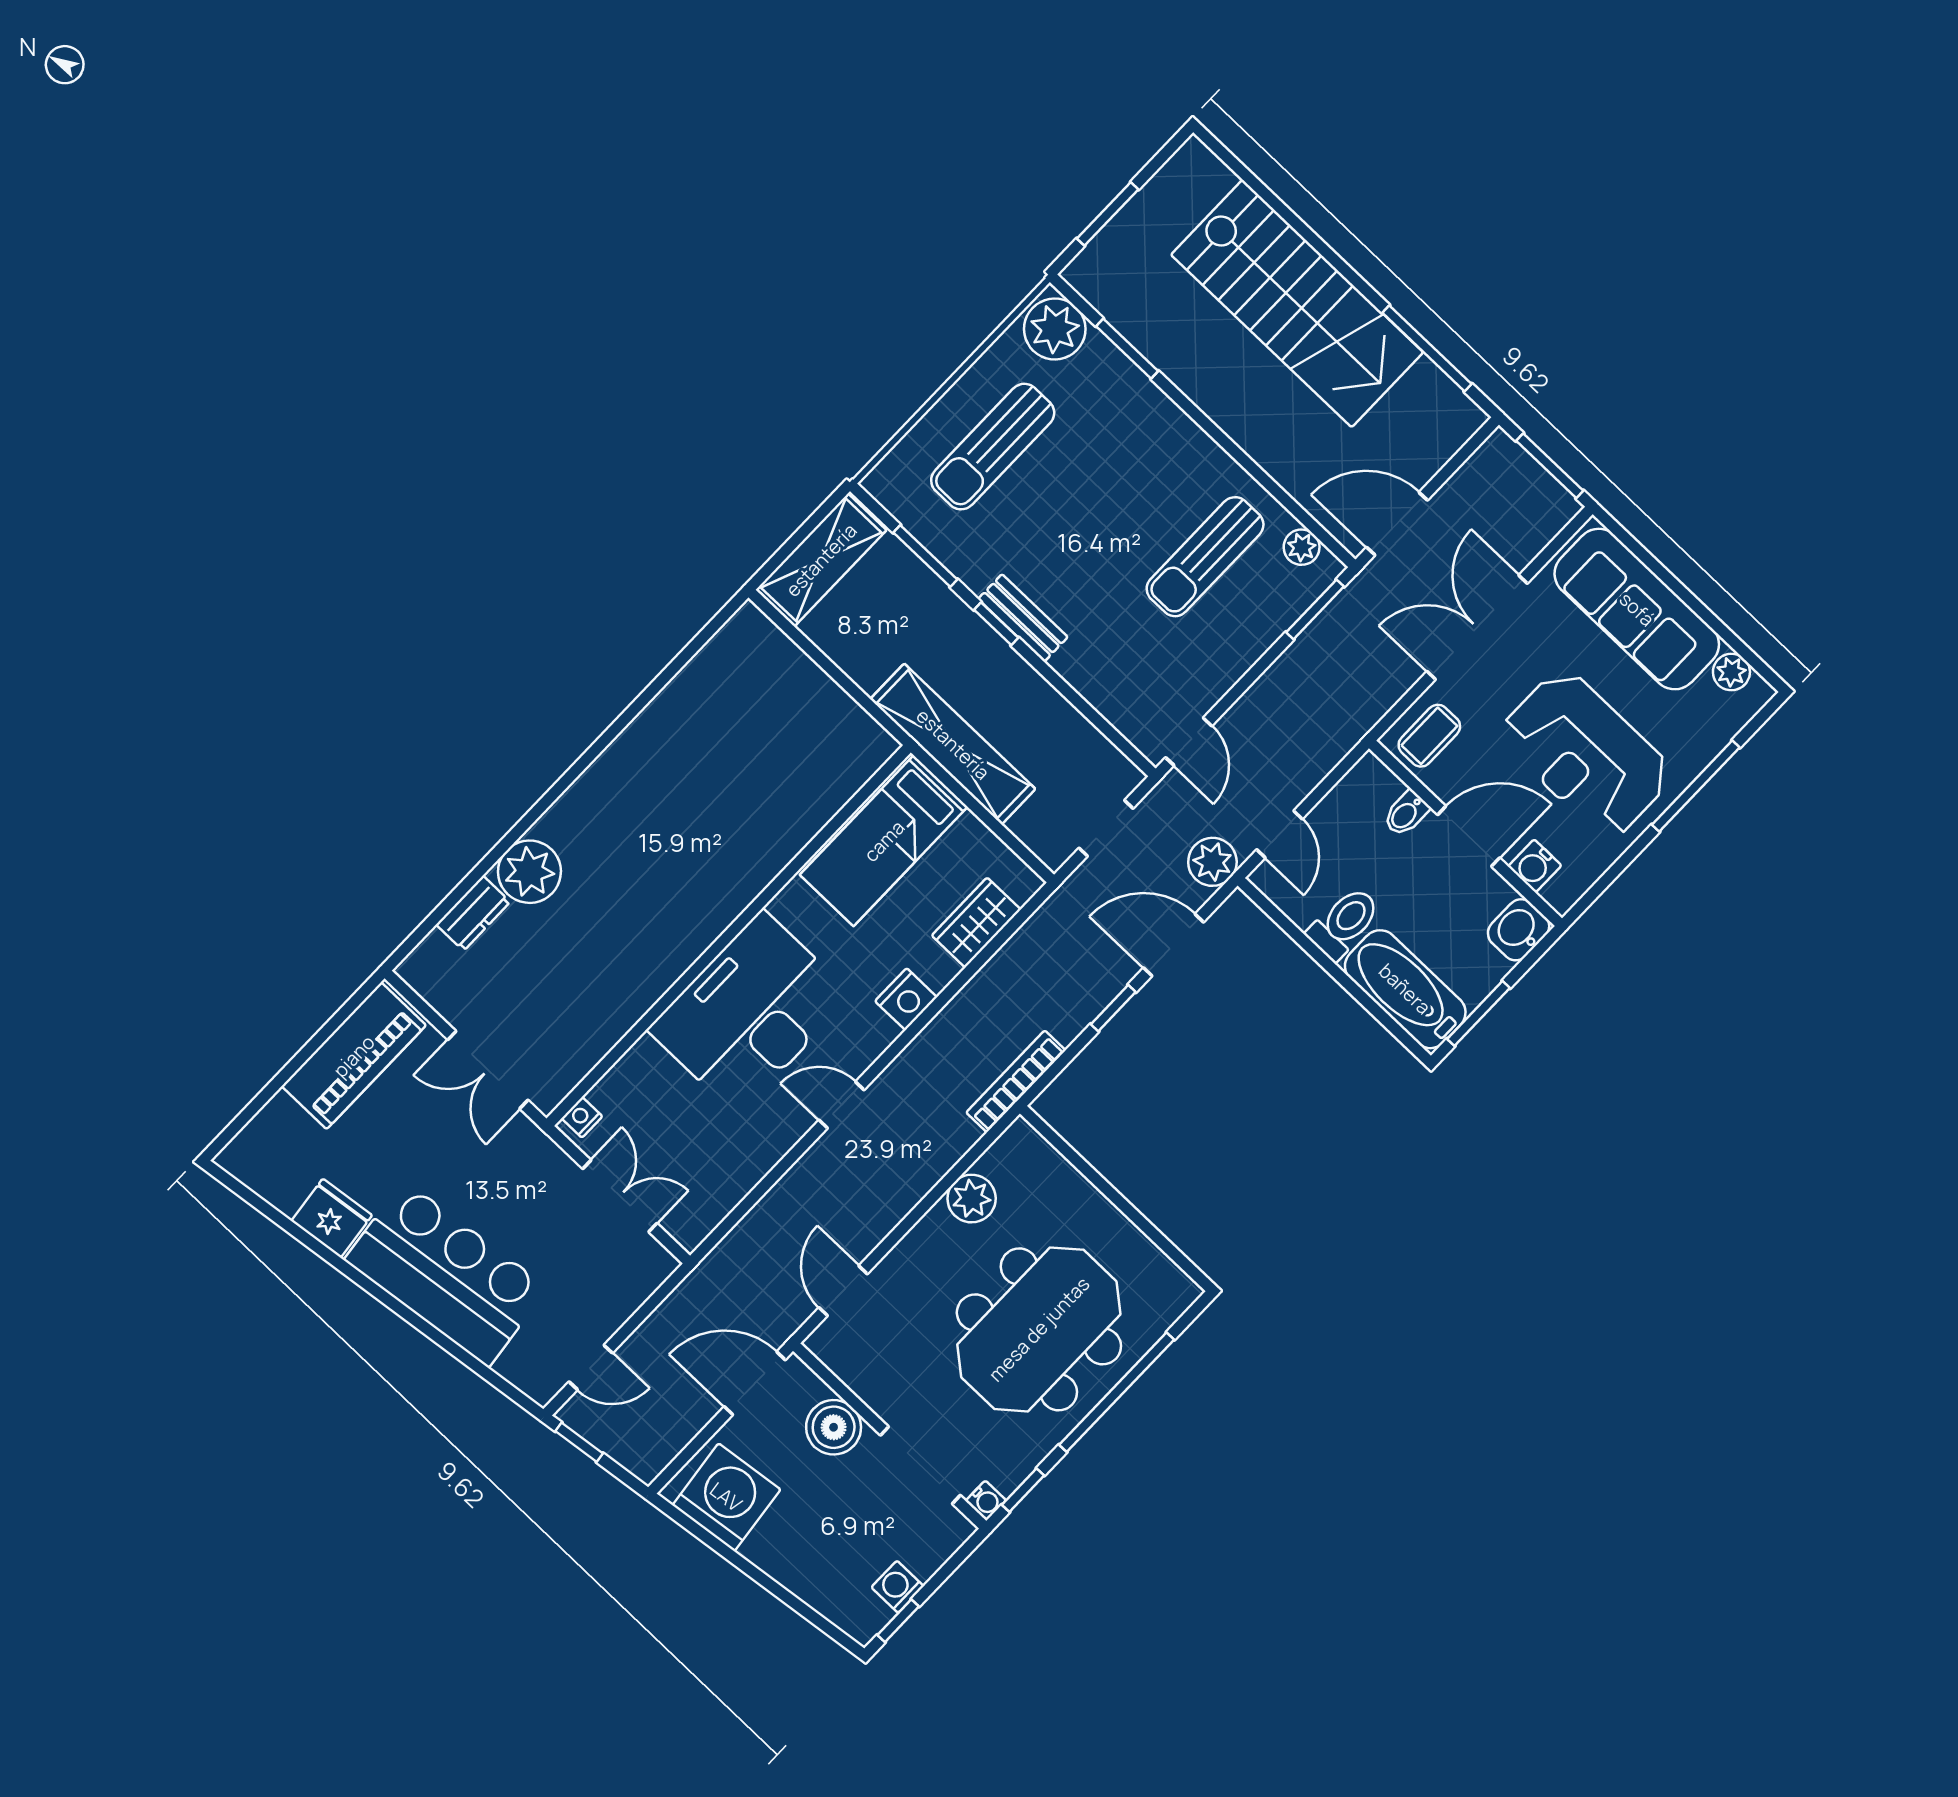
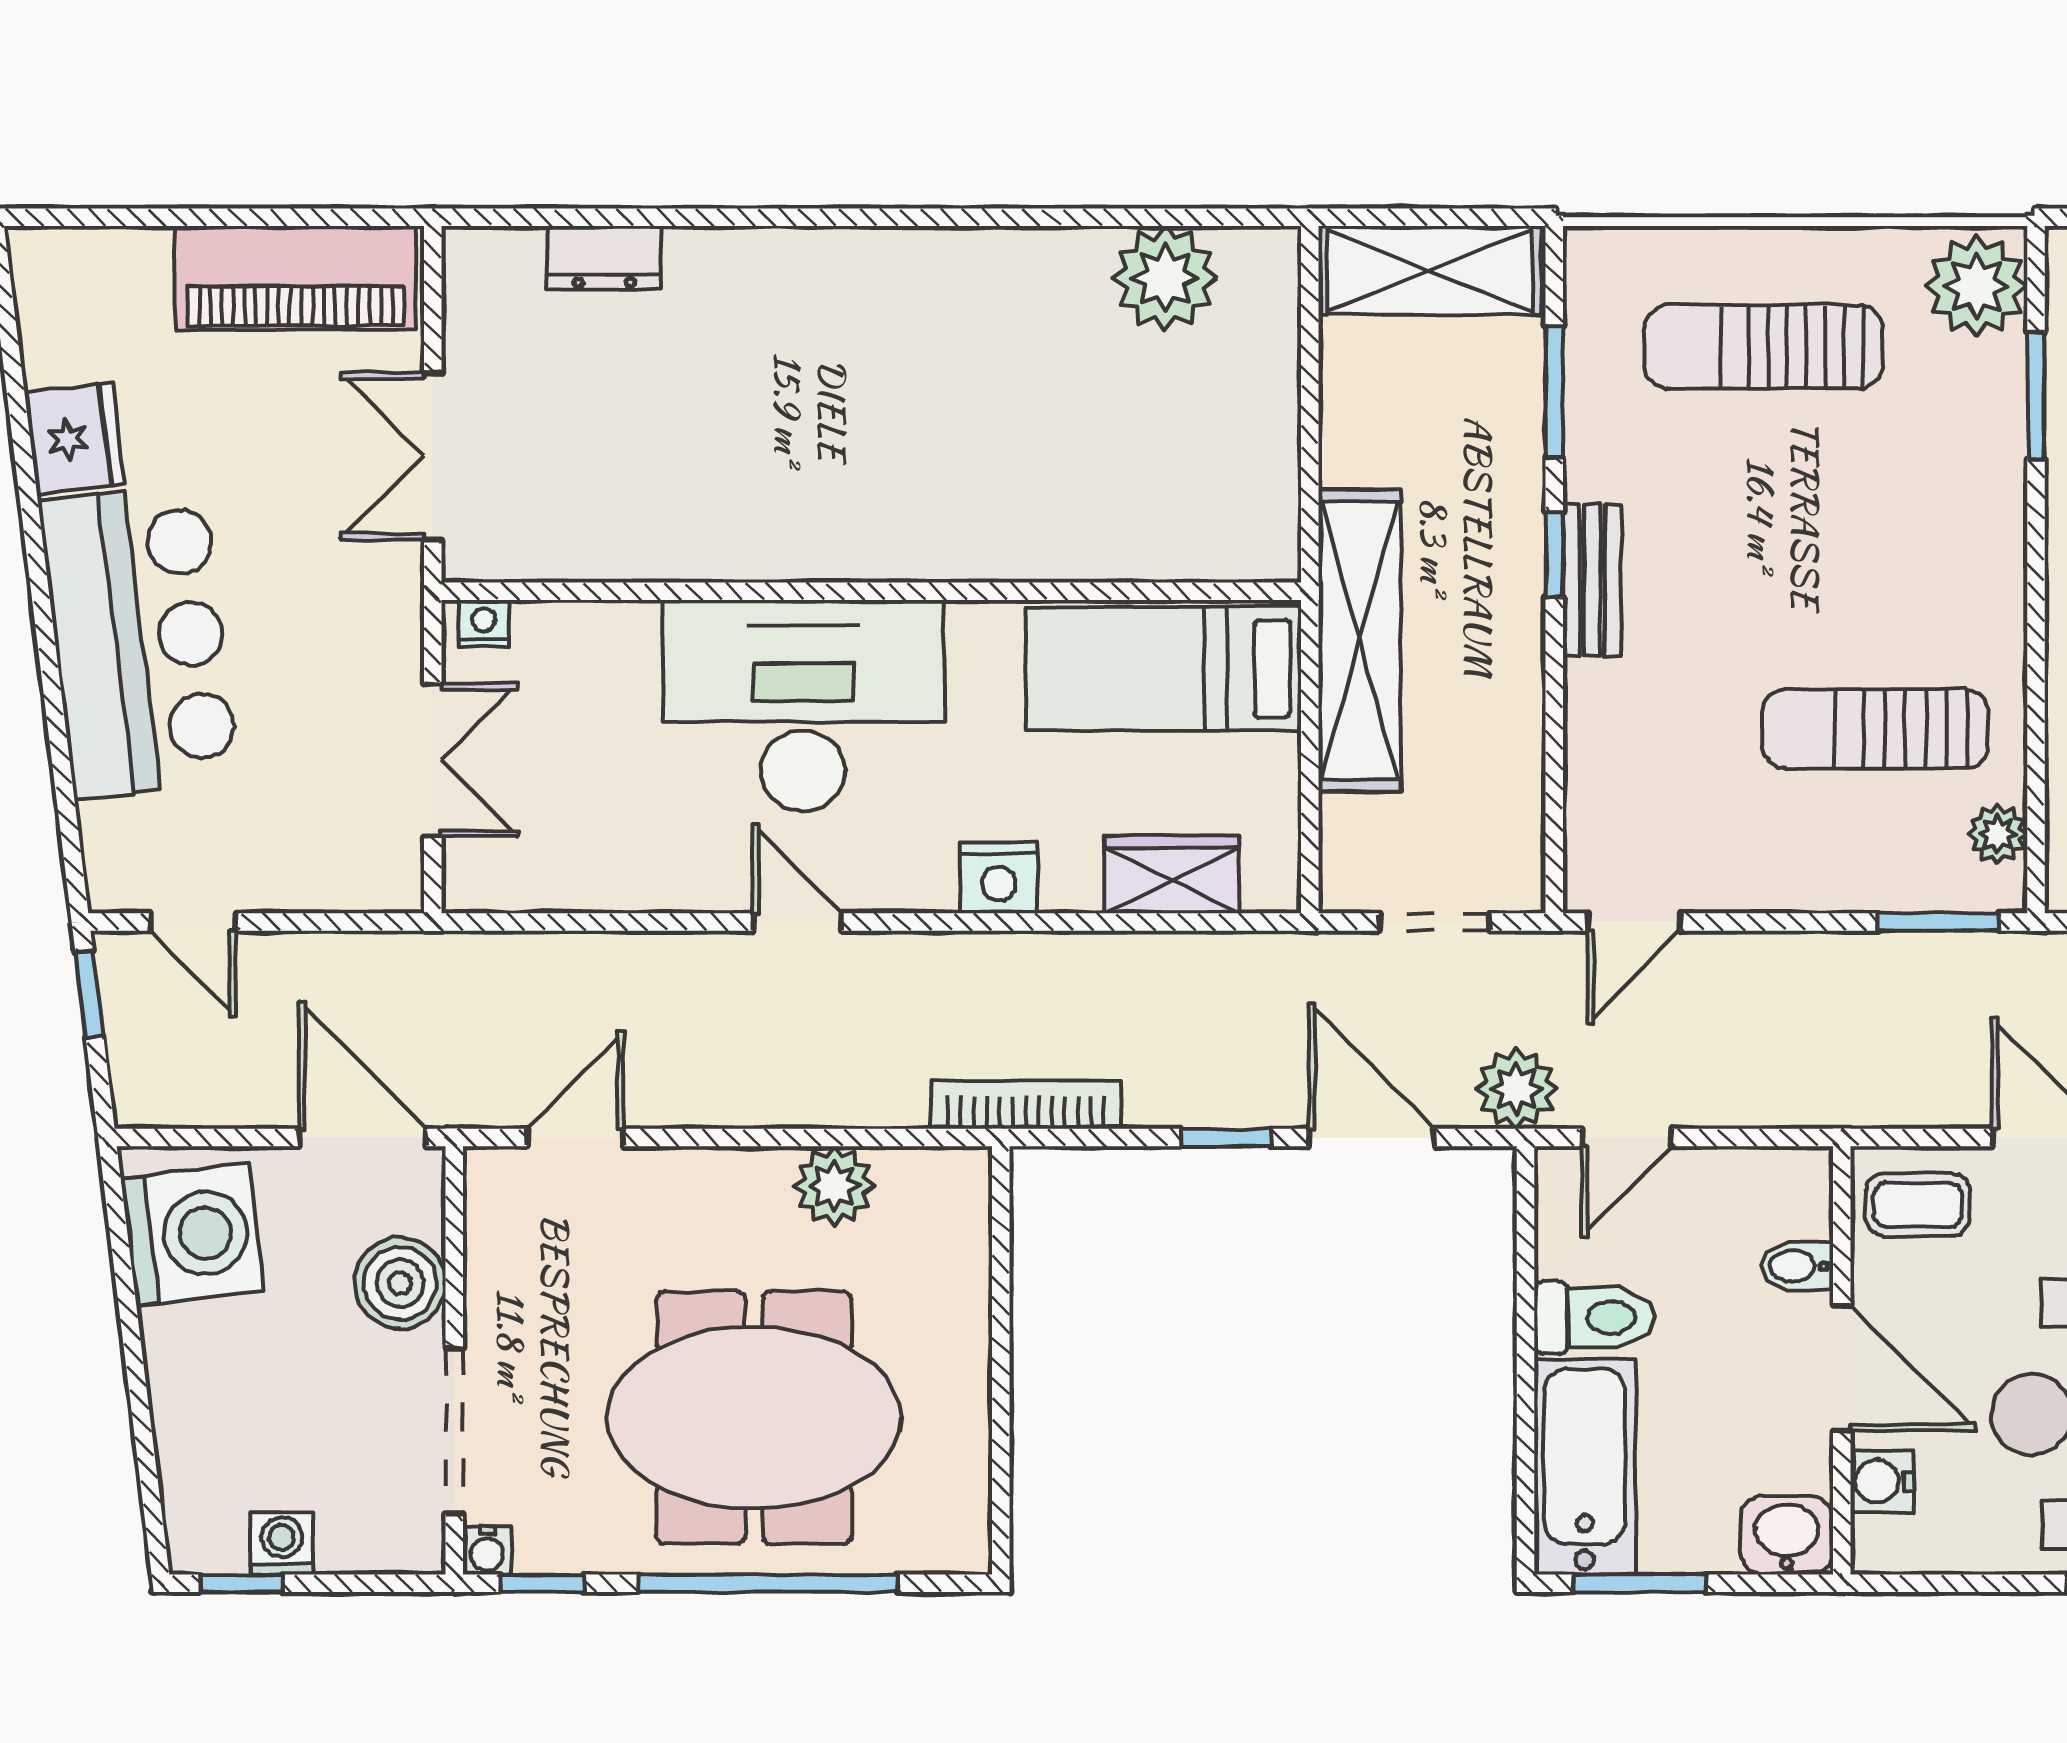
plant: (529, 872) -> (1165, 278), moved

